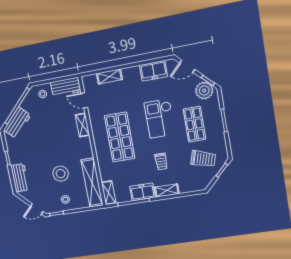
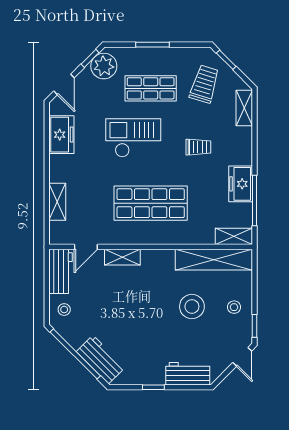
checkout: (160, 118) -> (133, 138), turned 180
shelving: (167, 190) -> (244, 108), moved

